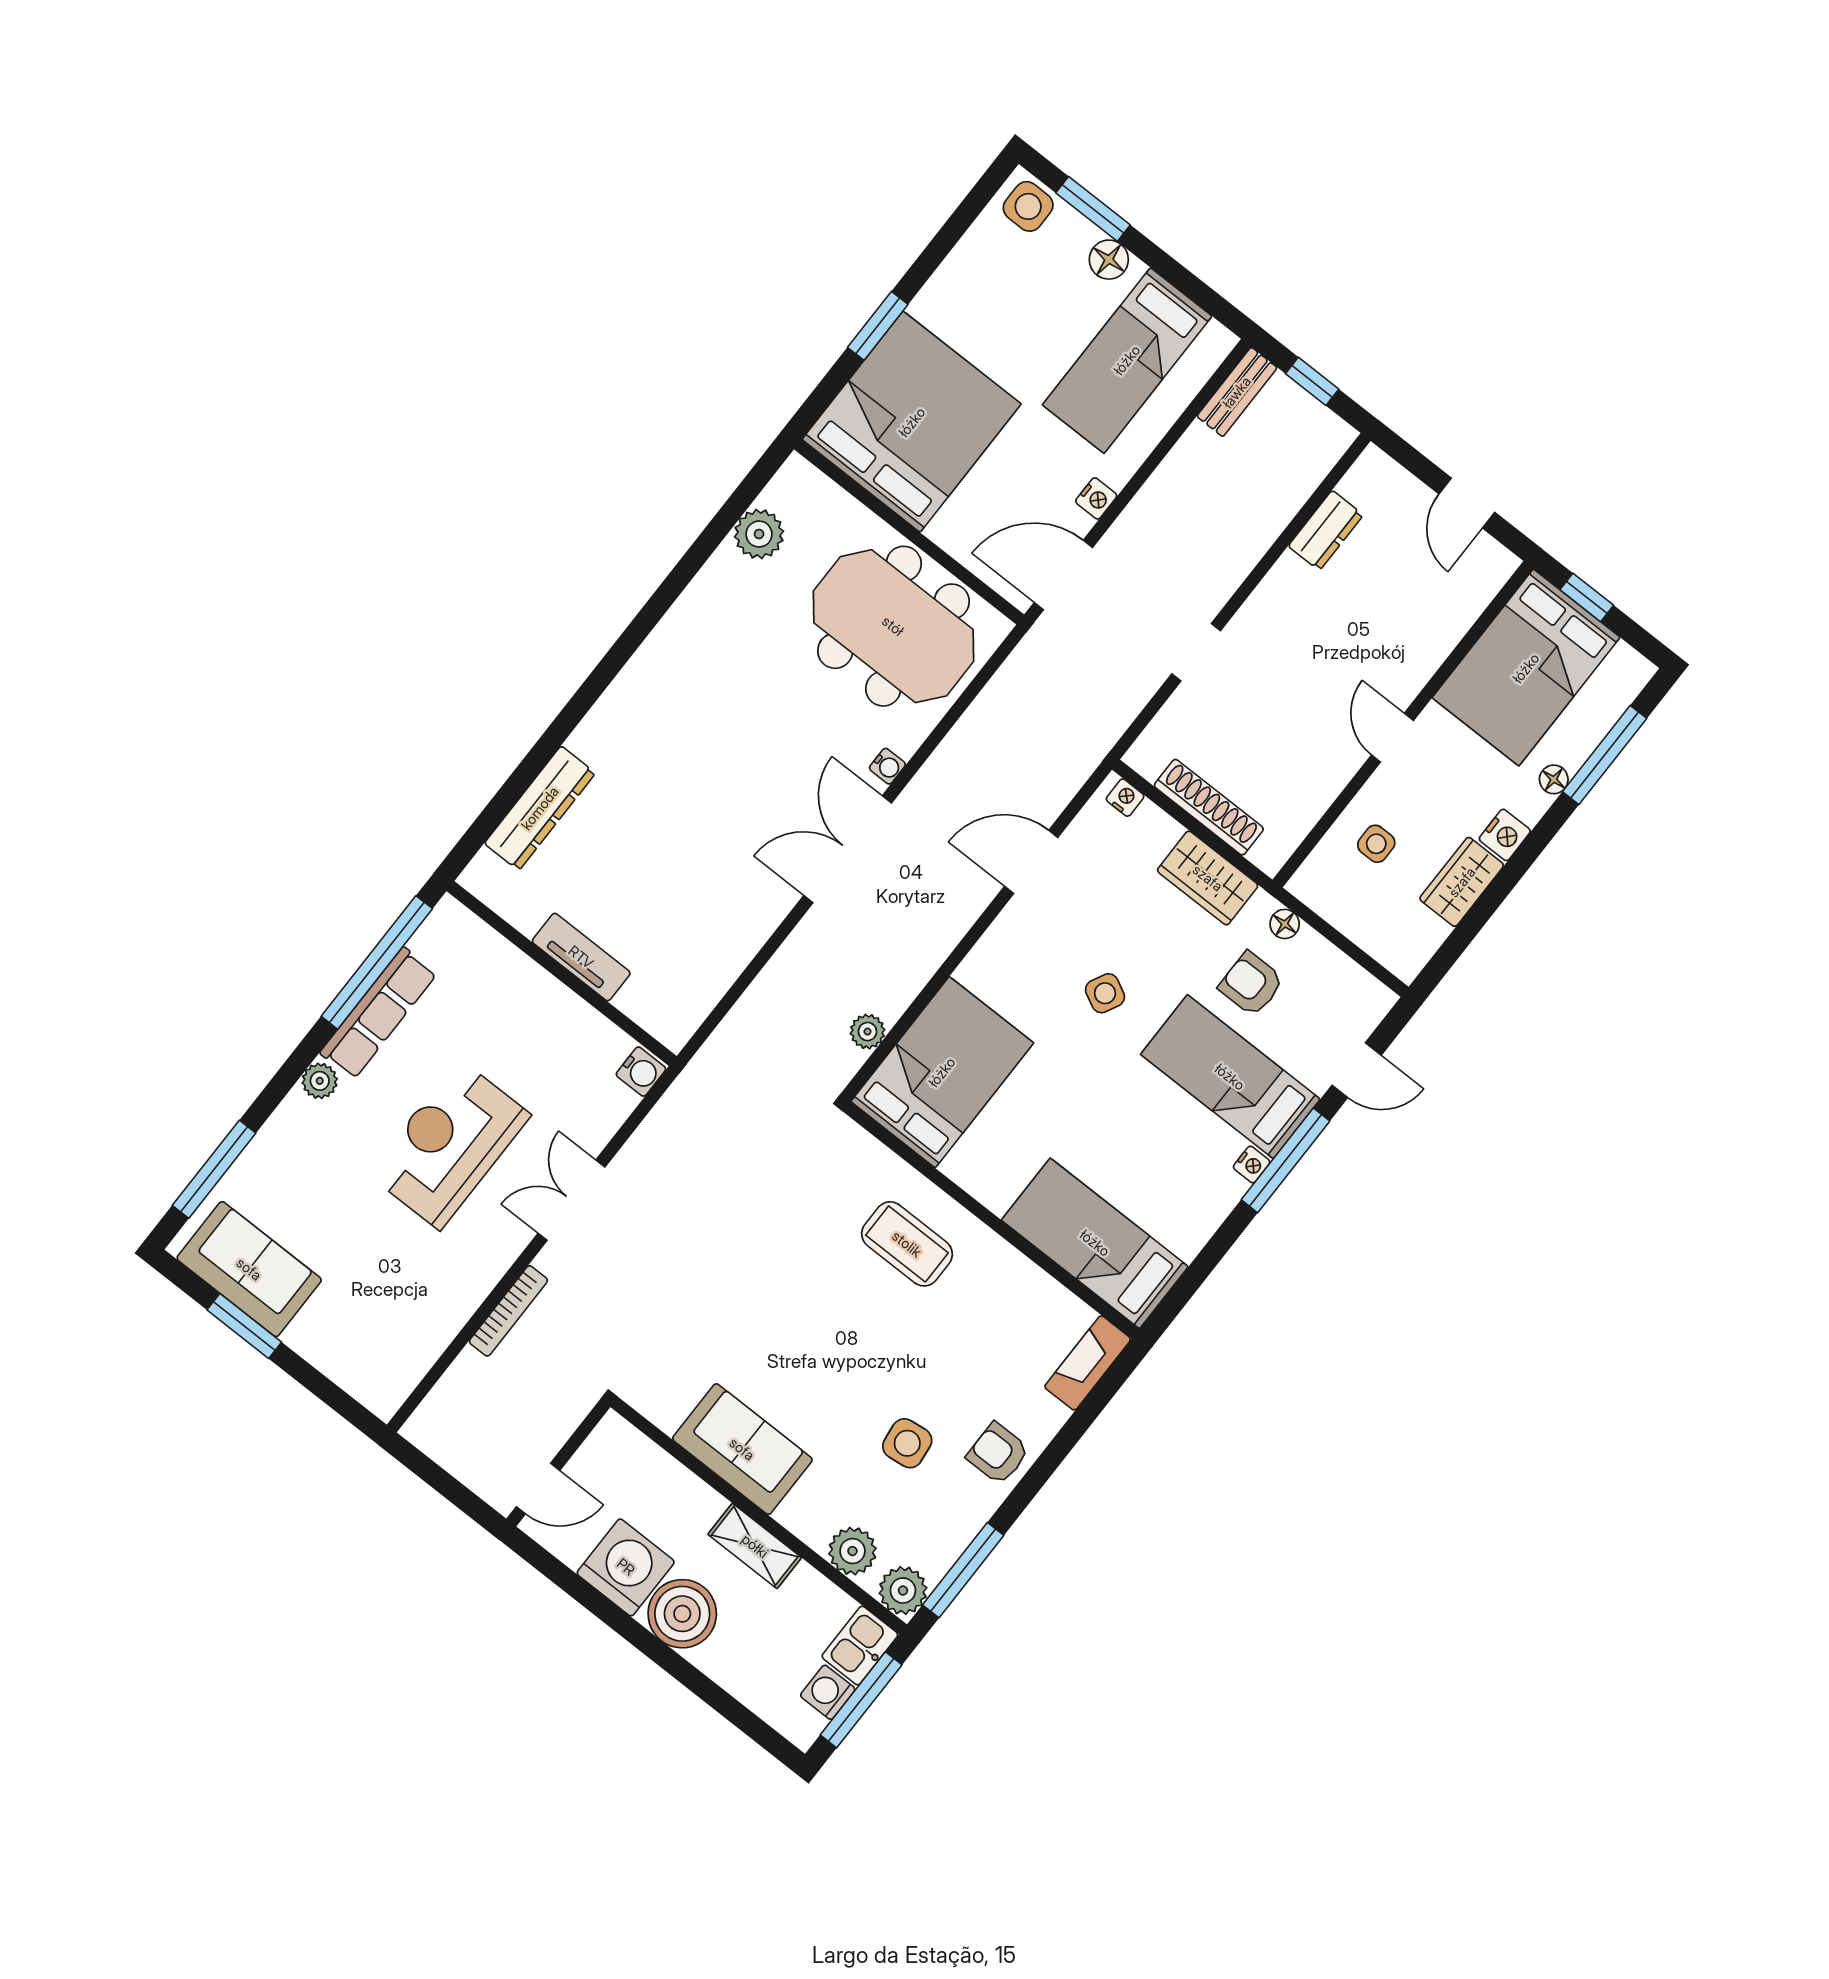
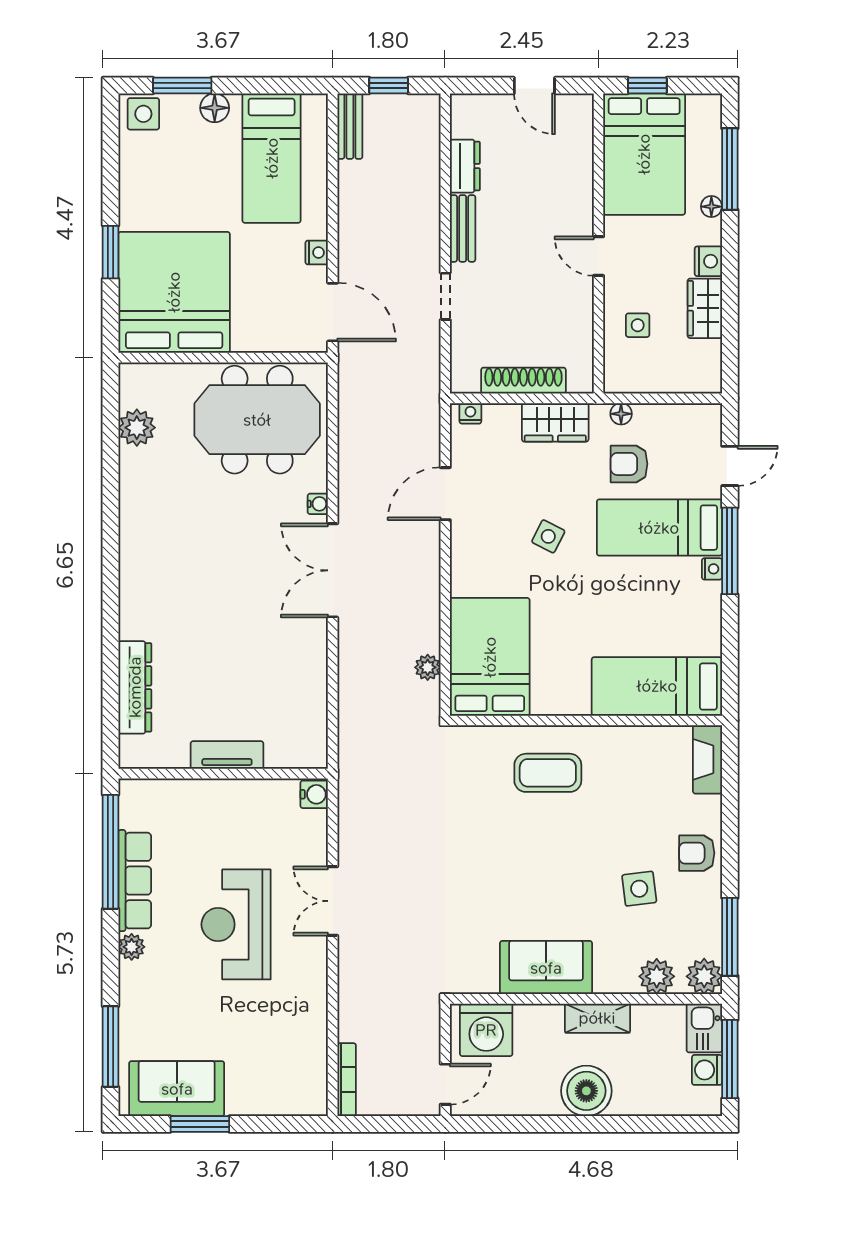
door: (1063, 575) -> (333, 312), swing flipped
bench: (1271, 595) -> (463, 228), added
bookcase: (508, 1311) -> (347, 1080), moved
washing machine: (626, 1567) -> (486, 1030), moved, turned 180

